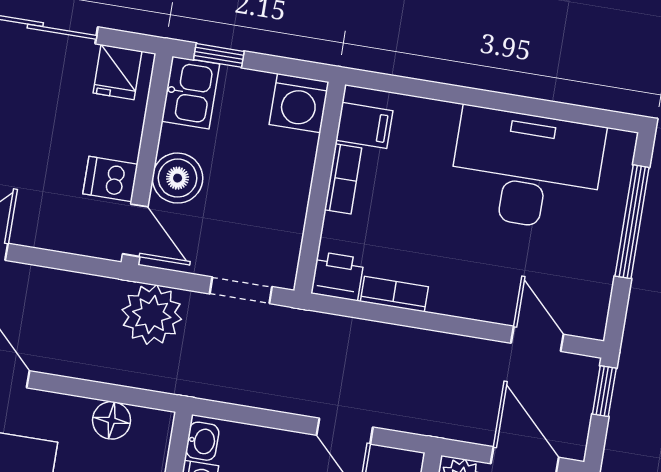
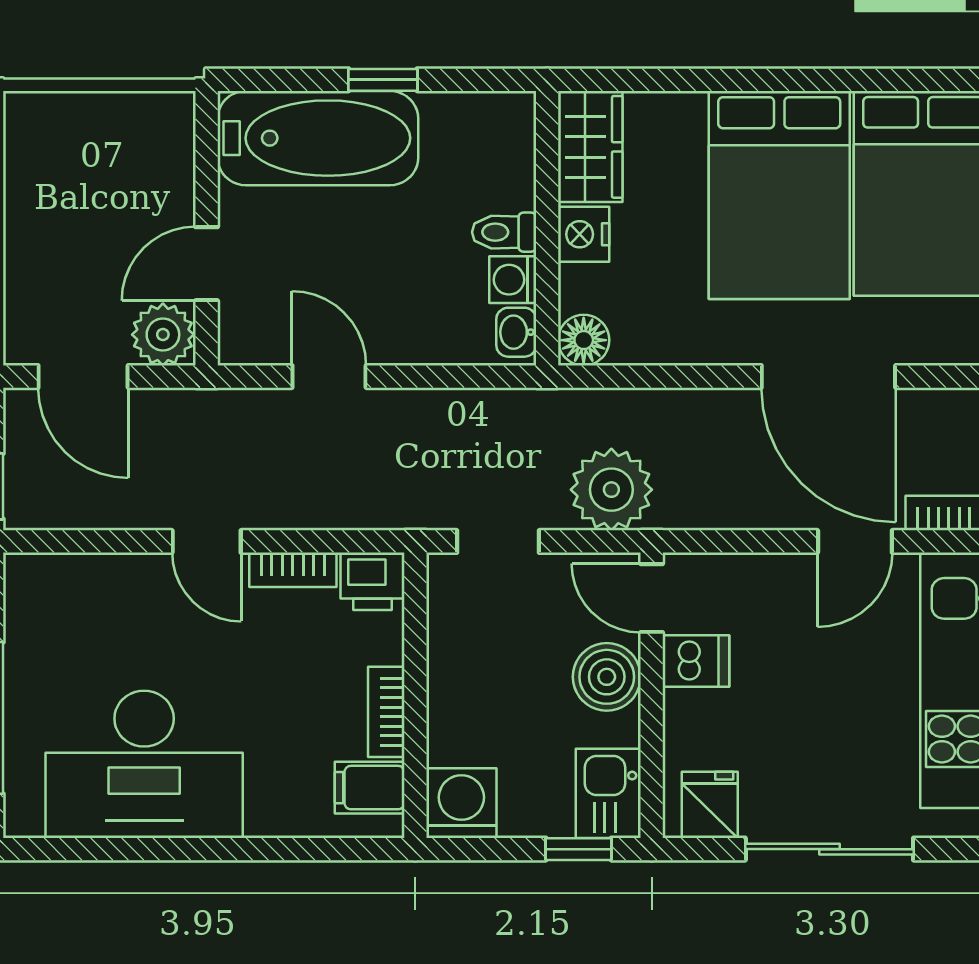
door: (537, 339) -> (207, 541), moved
floor lamp: (112, 420) -> (584, 340), moved

